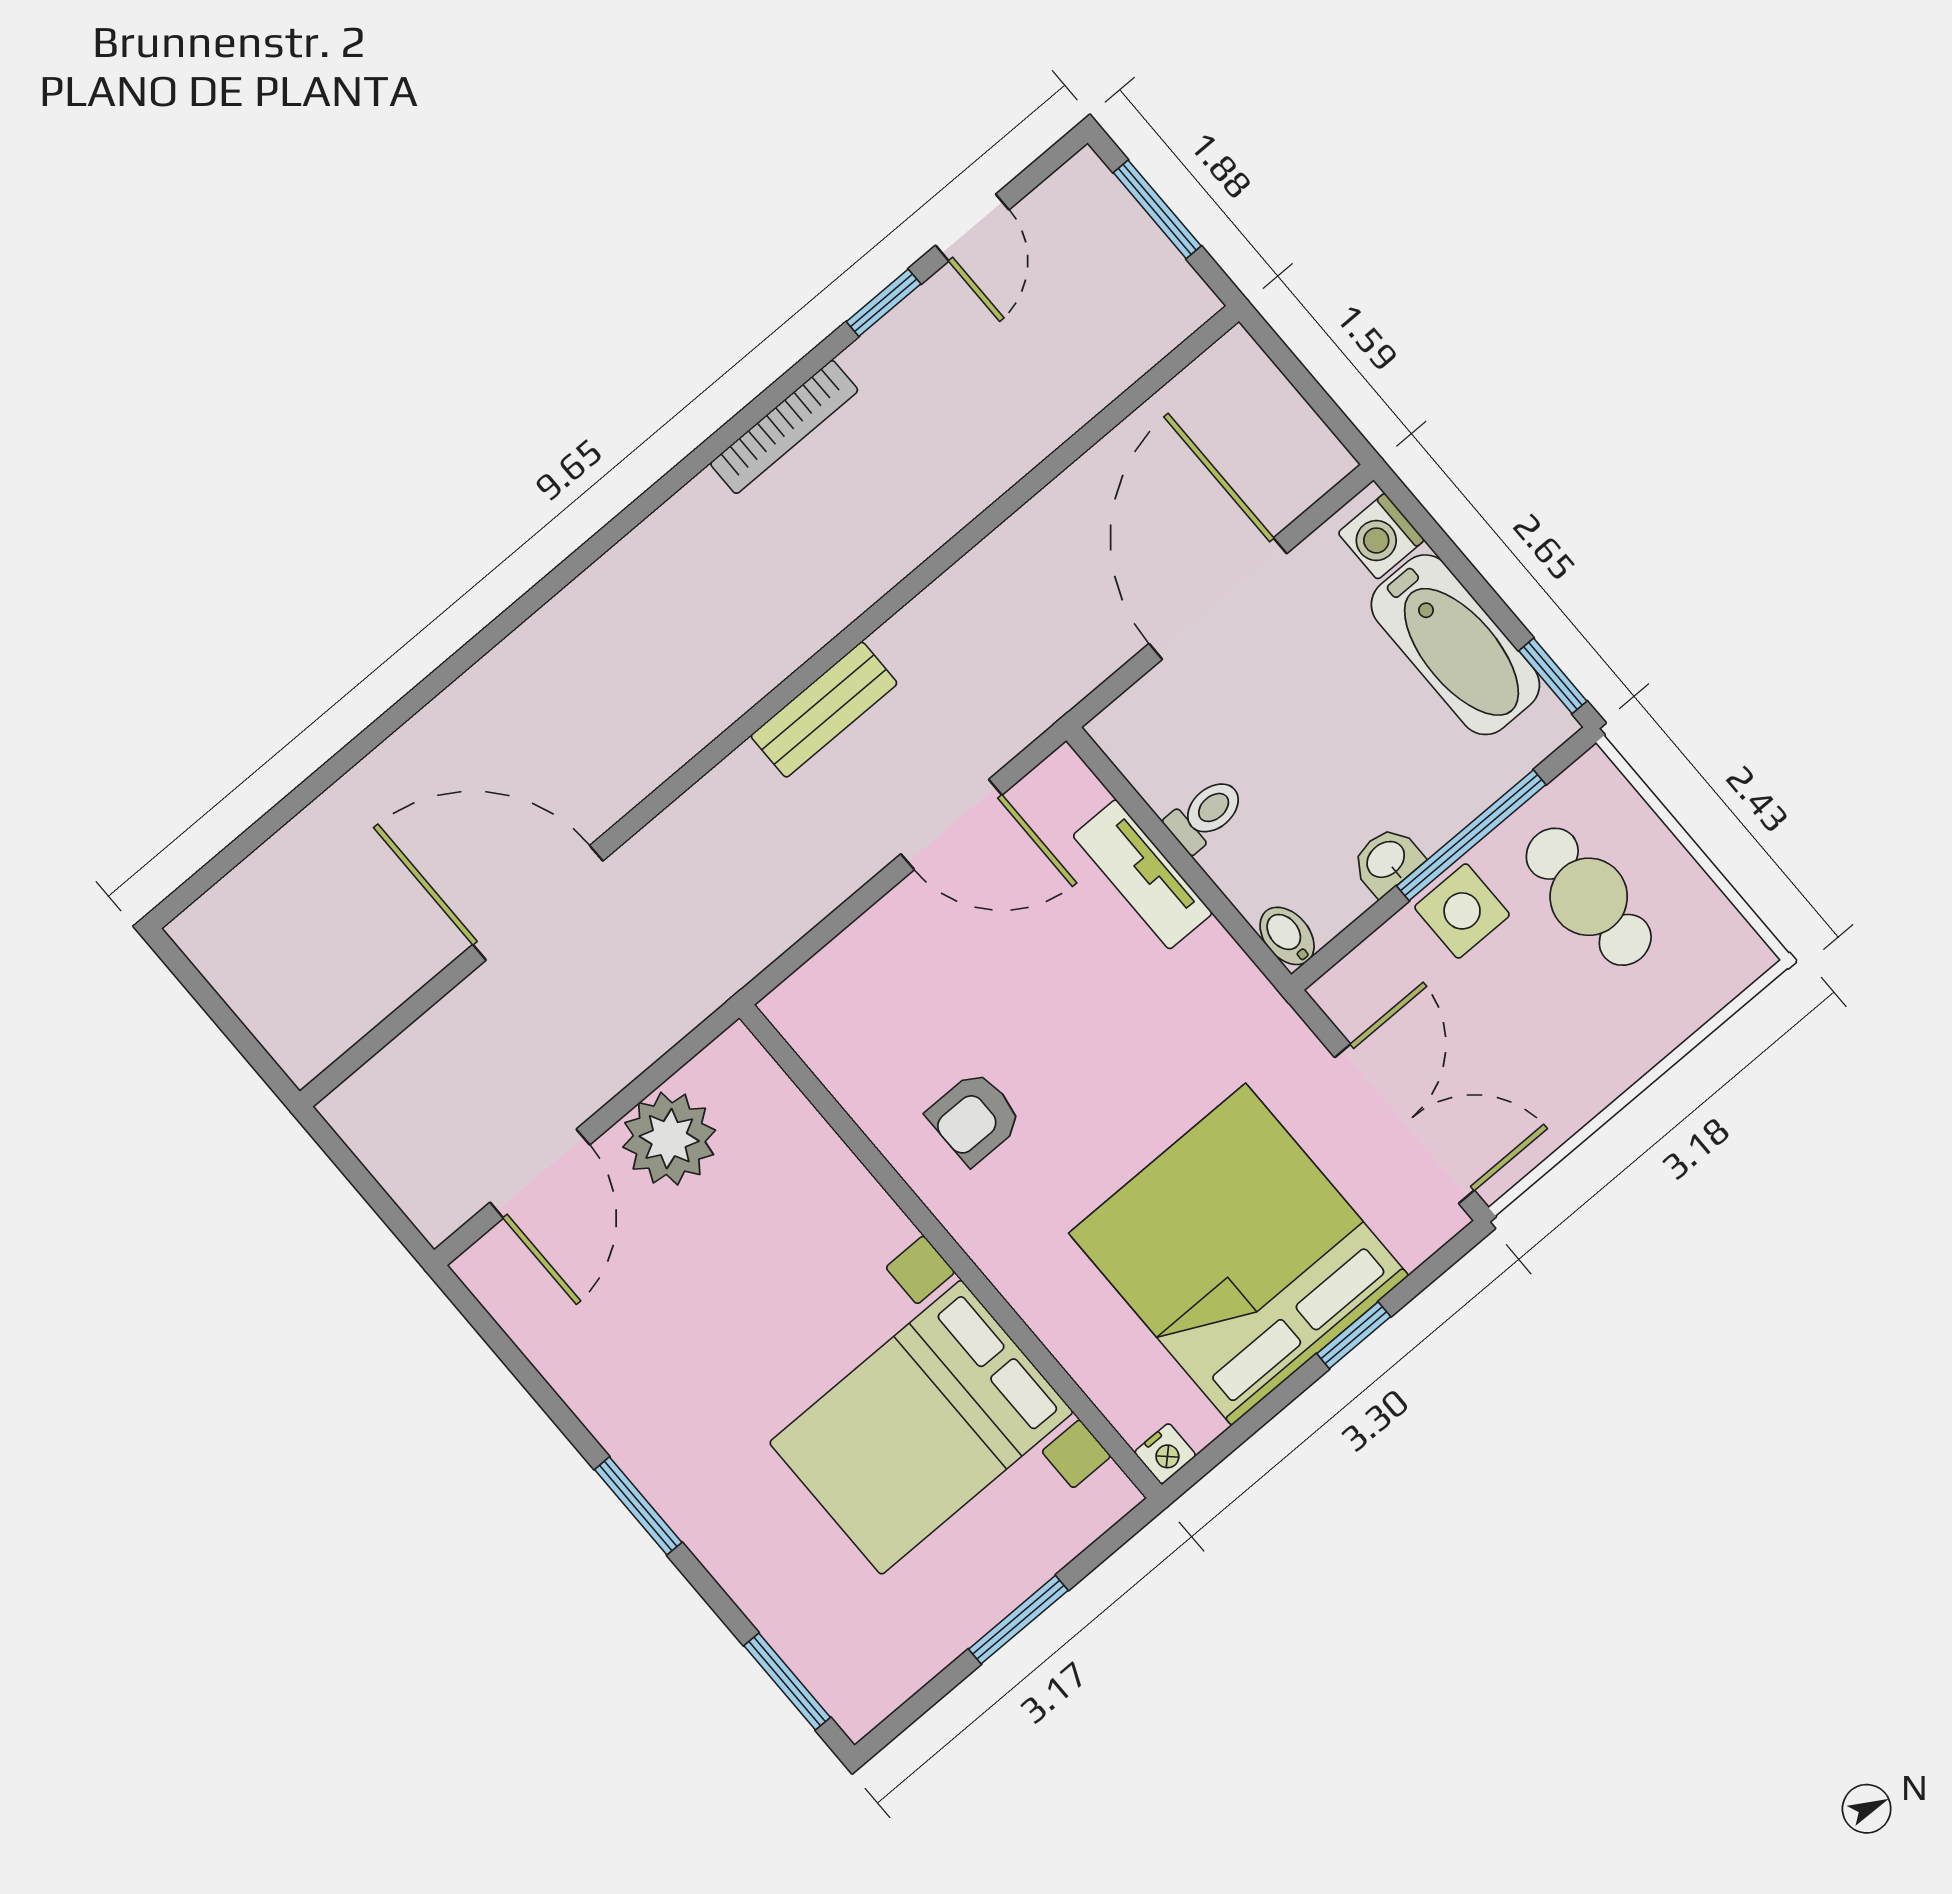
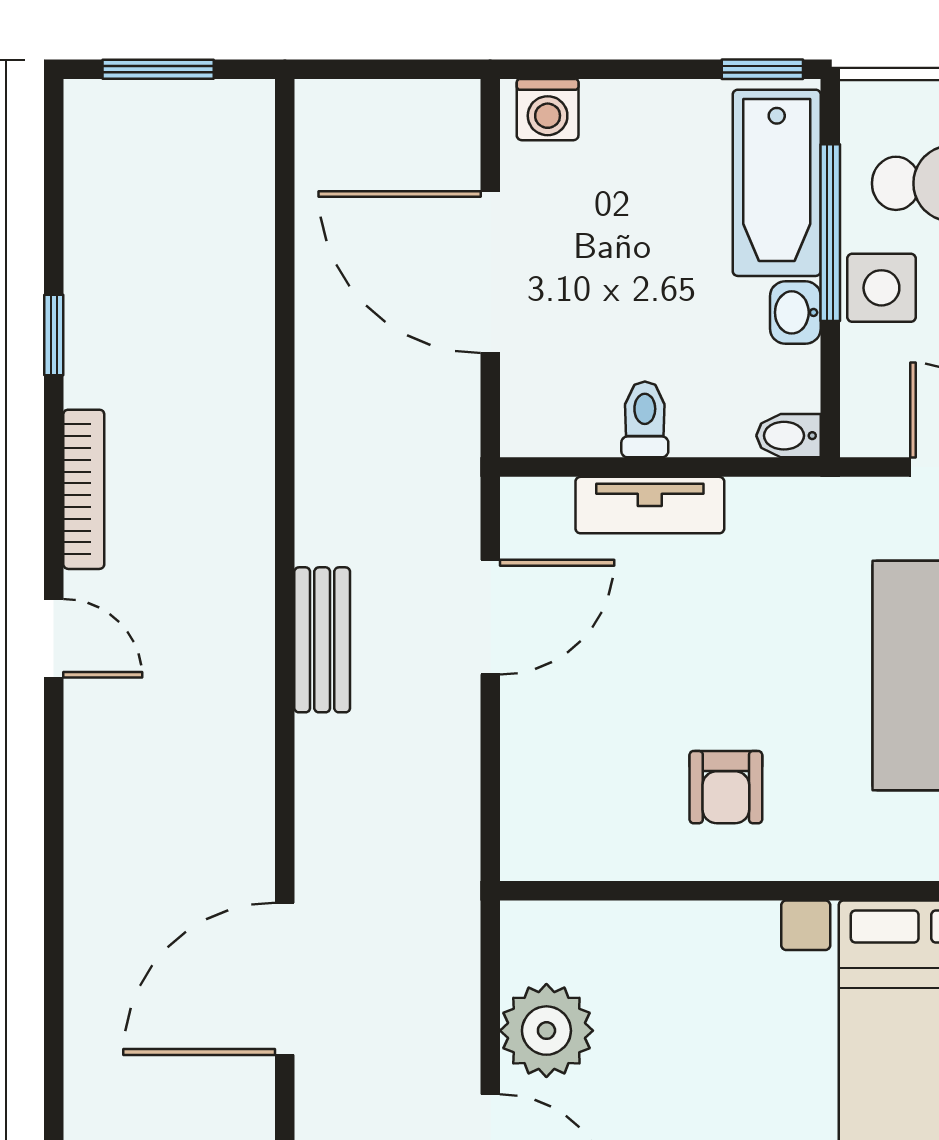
door: (972, 228) -> (54, 638), moved
bathtub: (1455, 645) -> (777, 183), moved, turned 90

